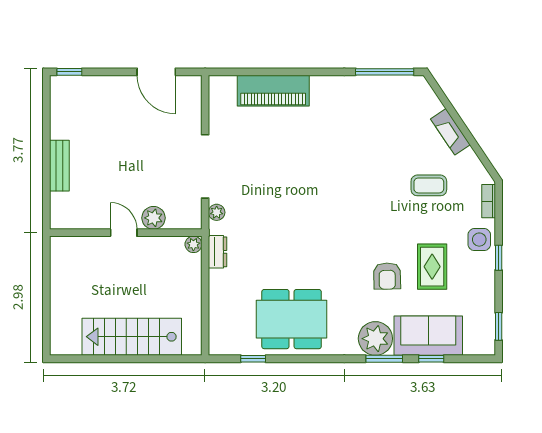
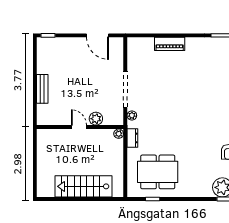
piano: (273, 91) -> (170, 44), width x0.73, depth x0.75
dining table: (292, 319) -> (158, 172), moved

